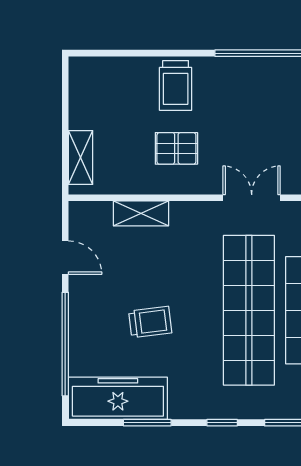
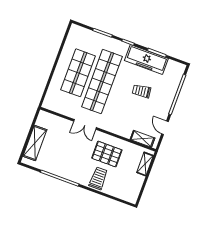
pallet: (176, 148) -> (107, 154), width x1.50, depth x1.42
shelving: (141, 213) -> (142, 139), moved
freezer: (118, 398) -> (146, 60), moved

